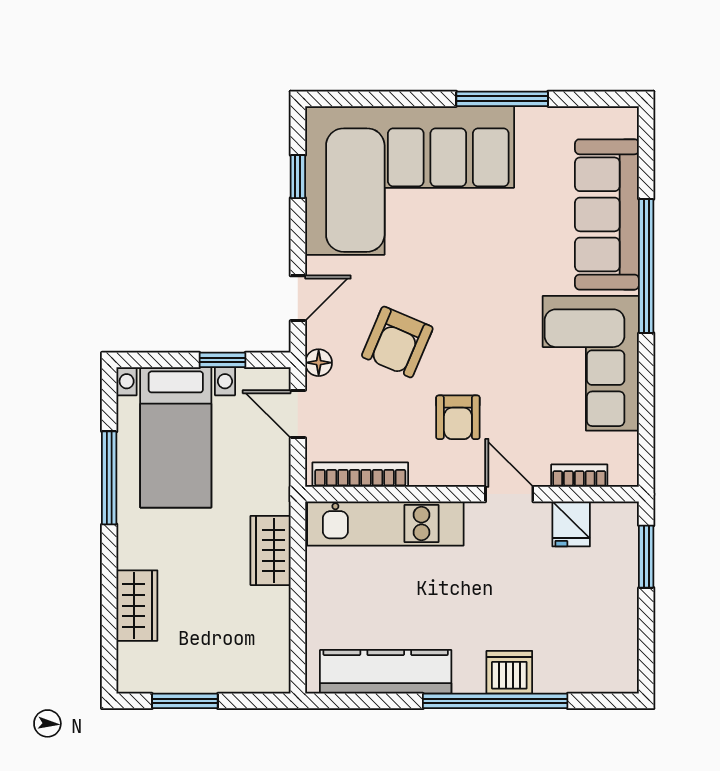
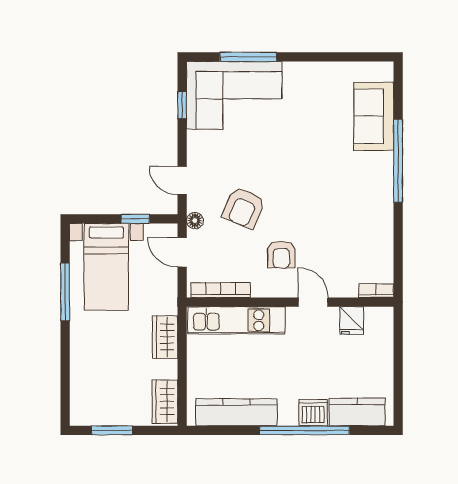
window: (502, 99) -> (248, 57), moved
corner sofa: (410, 180) -> (234, 95), width x0.73, depth x0.74
sofa: (607, 214) -> (374, 116), width x0.73
door: (298, 298) -> (182, 181), swing flipped
corner sofa: (591, 363) -> (364, 221), removed
bookcase: (579, 476) -> (376, 291), moved
window: (646, 557) -> (398, 341), removed
wardrobe: (137, 606) -> (165, 402), moved, turned 180
kitchen counter: (580, 671) -> (357, 412), added

